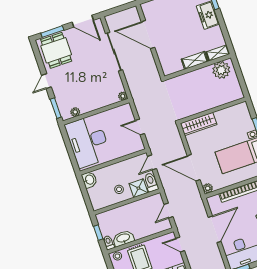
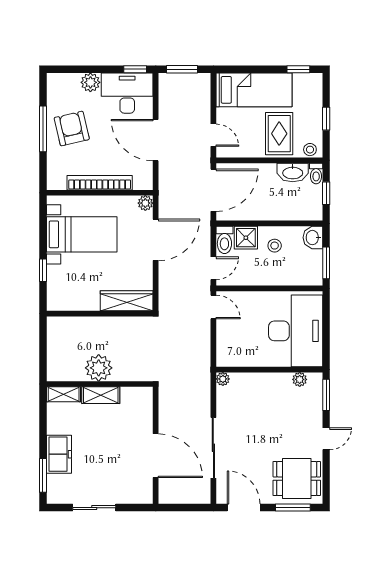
dining table: (56, 50) -> (297, 479), turned 90
plant: (221, 70) -> (99, 368), moved
door: (140, 127) -> (213, 307), moved
door: (194, 168) -> (156, 240), hinge flipped
washbasin: (89, 180) -> (313, 238), moved
window: (84, 190) -> (326, 263), added
door: (168, 211) -> (213, 190), width x1.87
door: (215, 229) -> (156, 140), hinge flipped

